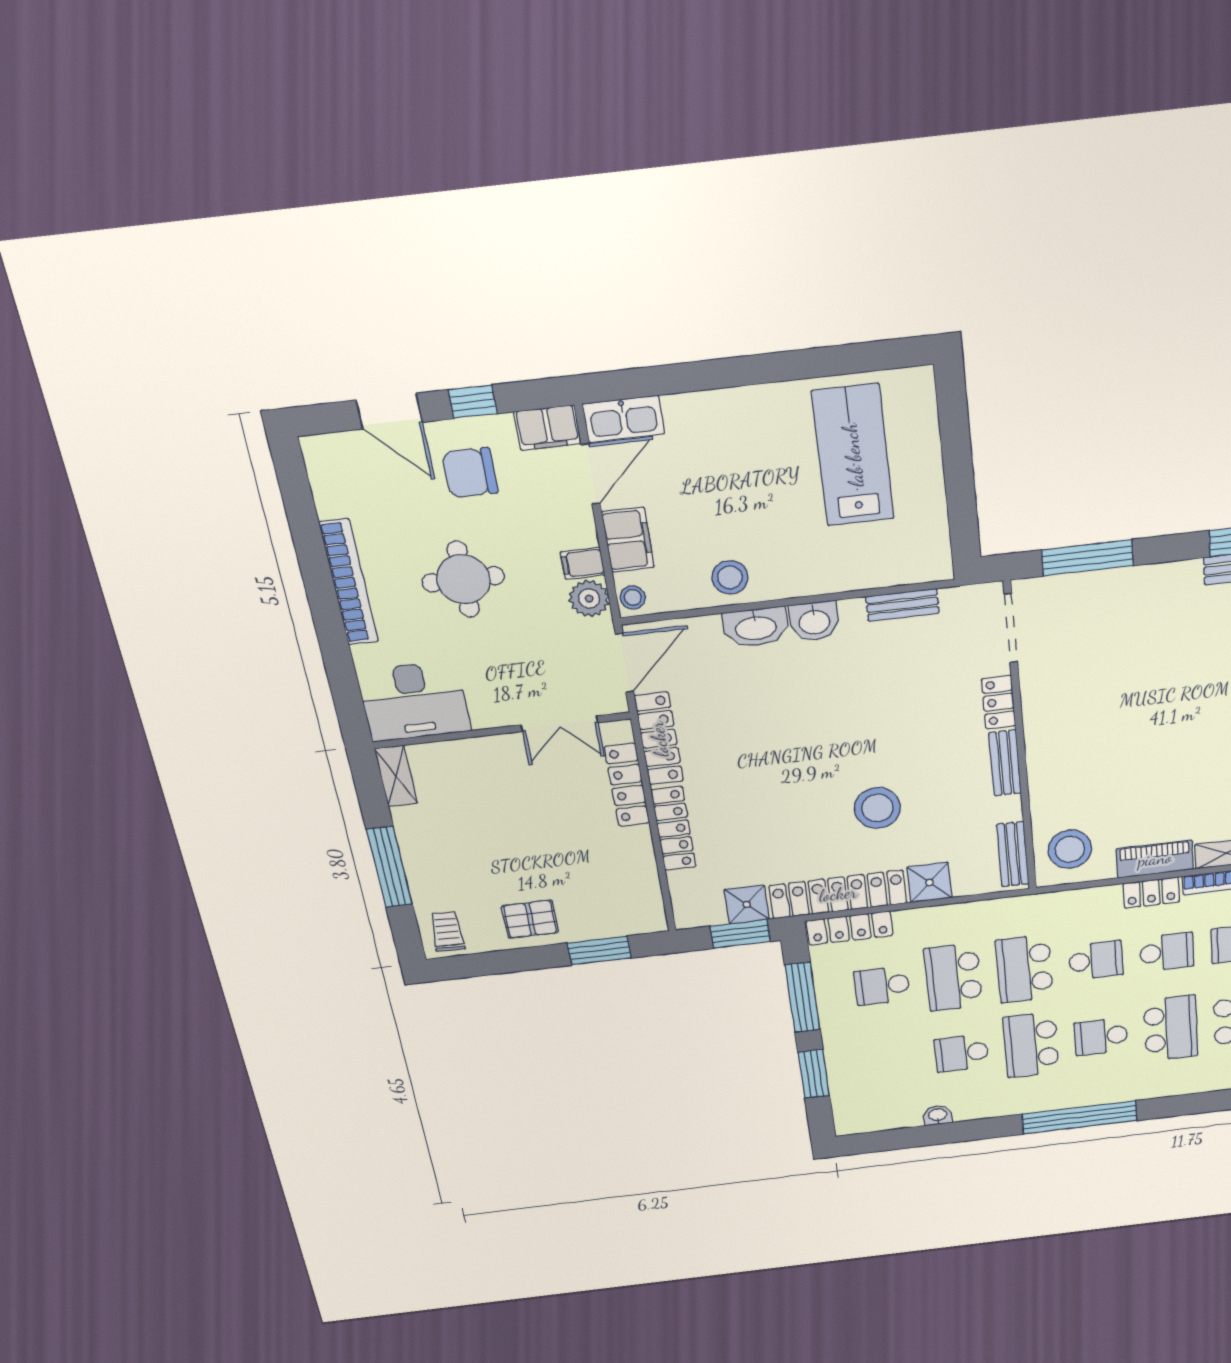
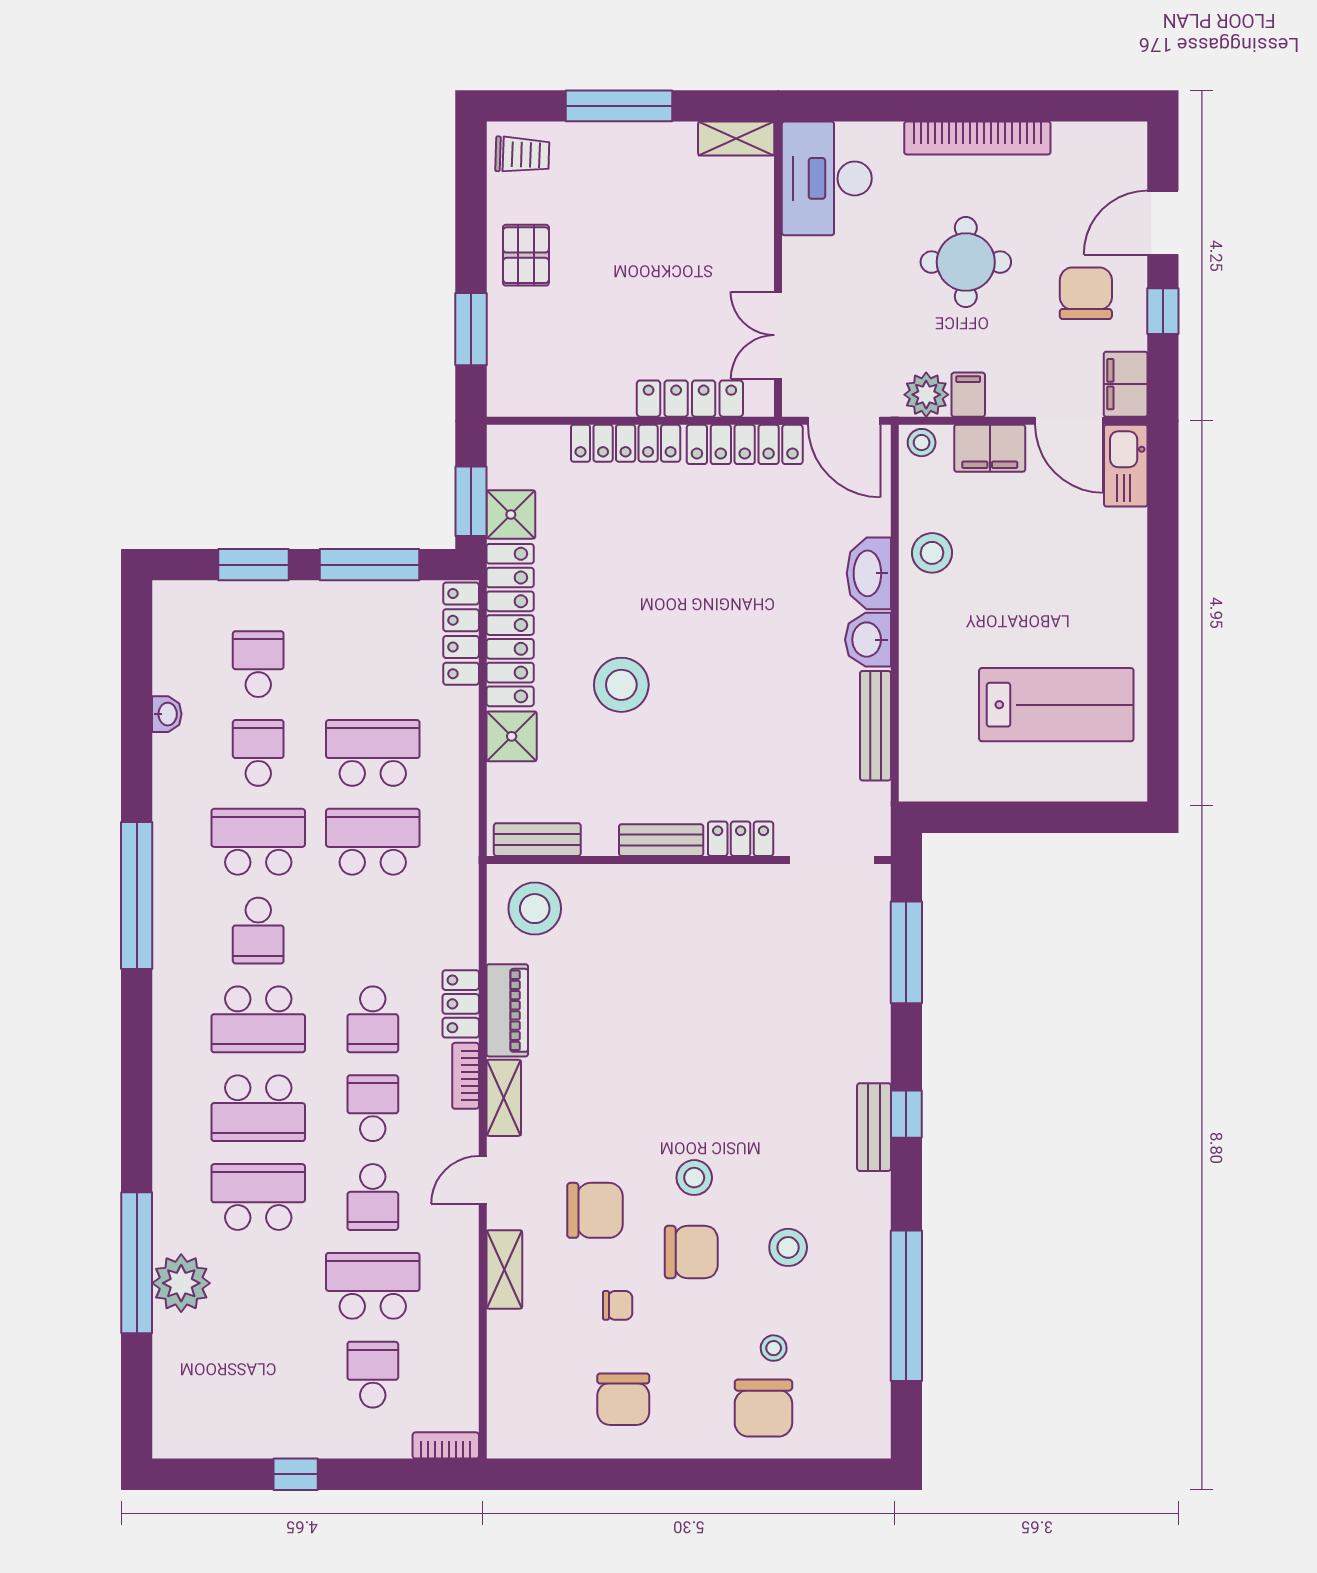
bench: (902, 605) -> (875, 726), width x1.36
school desk: (1096, 960) -> (373, 931), removed
school desk: (882, 986) -> (258, 664), moved
school desk: (1101, 1037) -> (258, 931), turned 180

